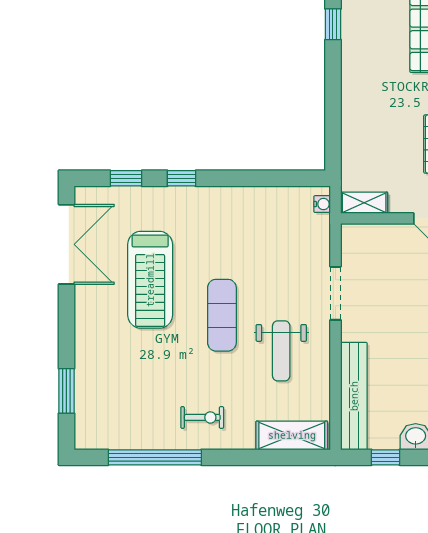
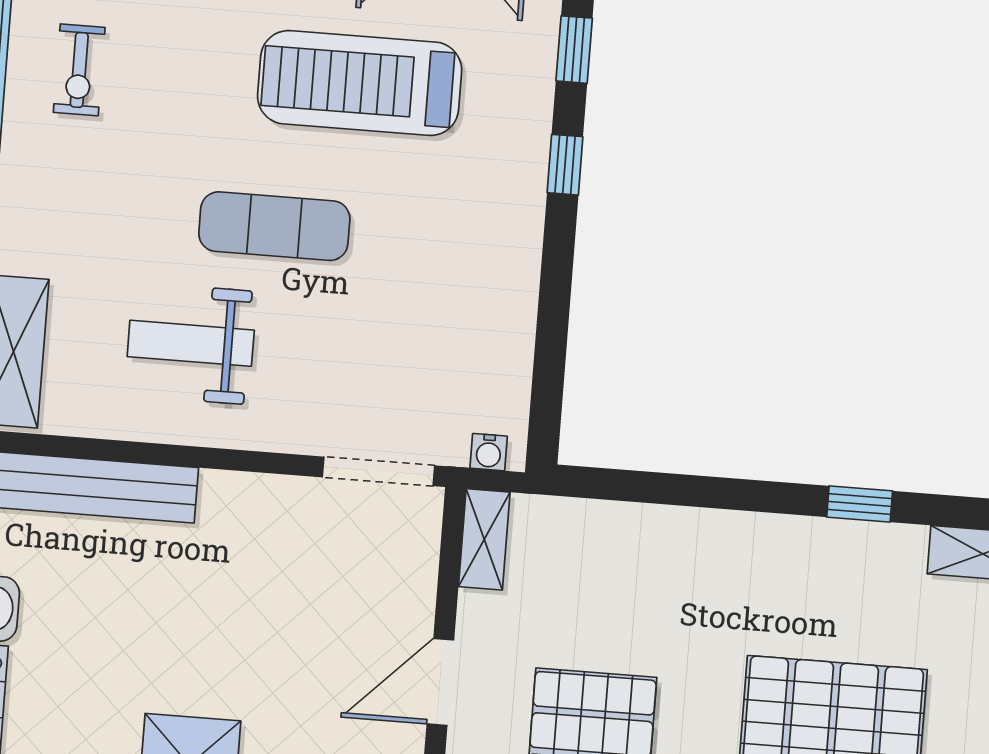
doorway: (335, 293) -> (378, 471), moved
exercise bike: (202, 417) -> (79, 70), moved

